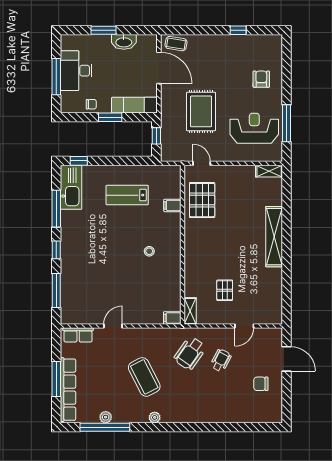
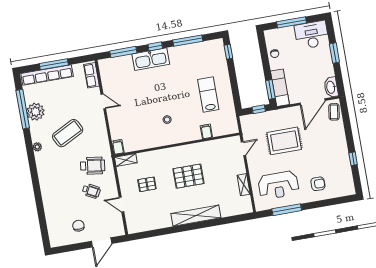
washbasin: (124, 42) -> (331, 87), moved
desk: (76, 71) -> (312, 35), moved
window: (110, 117) -> (270, 90), moved
reception desk: (254, 128) -> (278, 185), turned 90
shelving: (269, 171) -> (244, 185), moved
kitchen sink: (71, 187) -> (151, 59), moved
pallet: (202, 200) -> (188, 176), moved
wheelchair: (190, 353) -> (93, 166), turned 153
plant: (106, 417) -> (36, 112), width x1.87, depth x1.87

